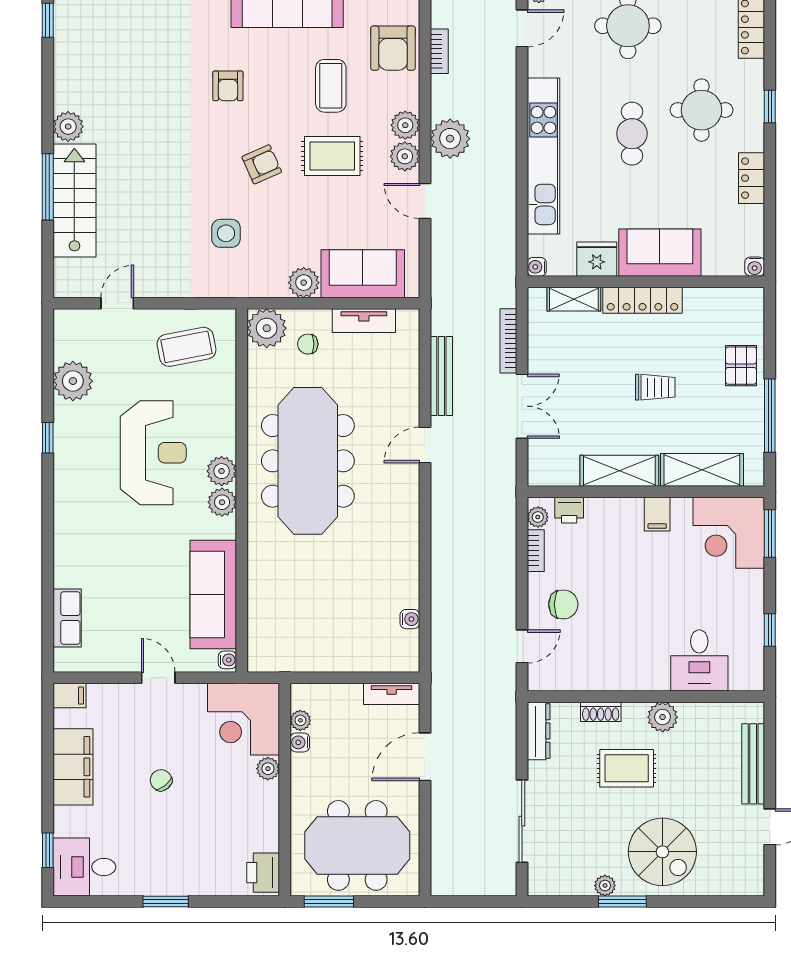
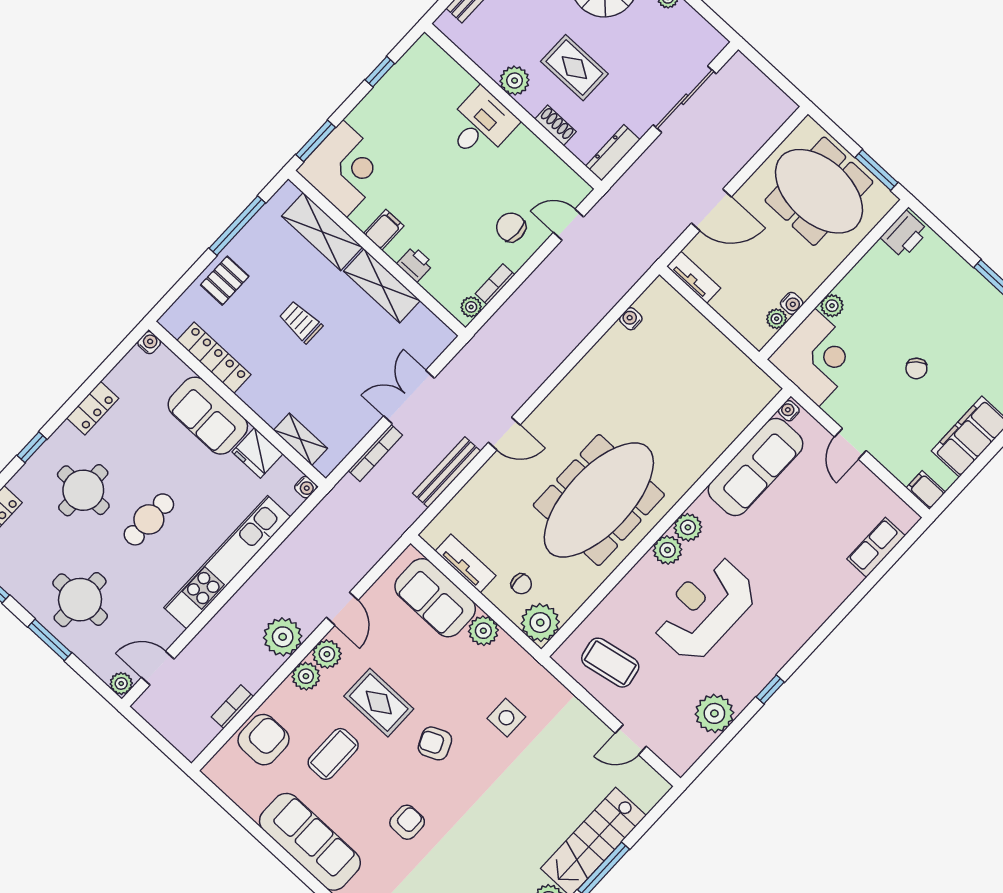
locker: (642, 300) -> (214, 358), moved
printer: (569, 510) -> (415, 264), moved
desk: (699, 660) -> (481, 125), moved

